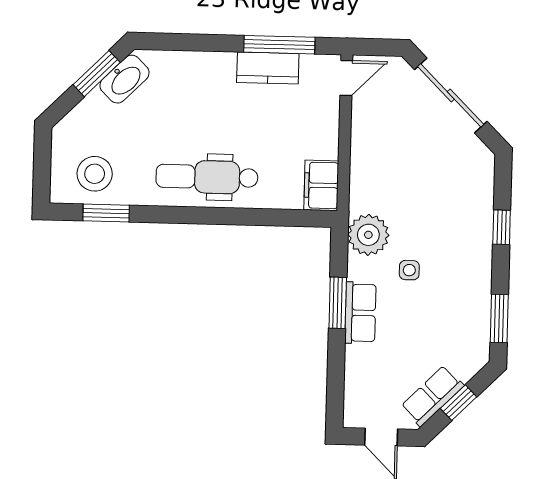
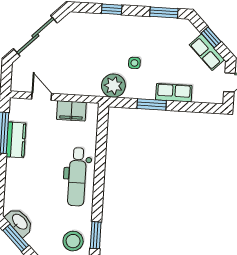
door: (346, 78) -> (42, 96), moved
filing cabinet: (321, 185) -> (71, 111), moved
row of seats: (360, 313) -> (174, 93), moved

